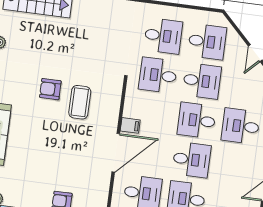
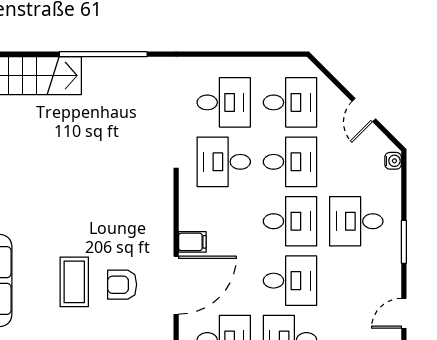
armchair: (50, 89) -> (122, 285), moved
coffee table: (80, 102) -> (74, 282), moved
desk: (197, 120) -> (290, 221), turned 180

